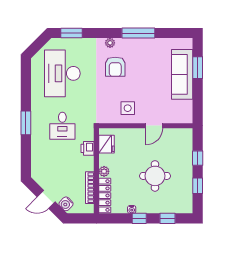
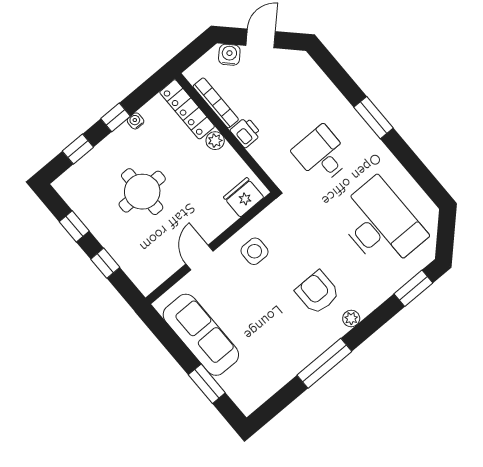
sofa: (182, 74) -> (201, 335), moved
fridge: (107, 144) -> (244, 197), moved, turned 90
printer: (87, 148) -> (246, 132), moved

